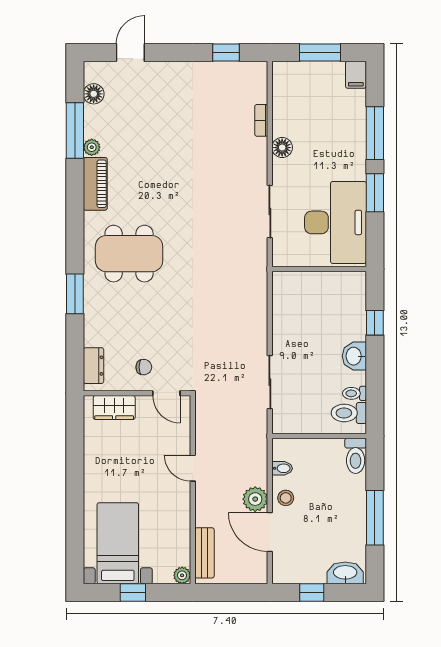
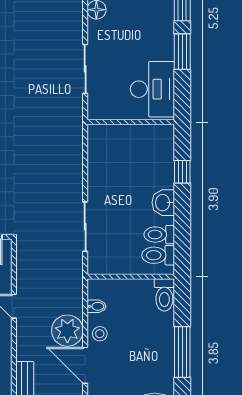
desk: (335, 222) -> (152, 89), width x0.73, depth x0.77
toilet: (354, 393) -> (159, 235), width x1.37, depth x1.39
plant: (255, 499) -> (67, 331), width x1.36, depth x1.36

